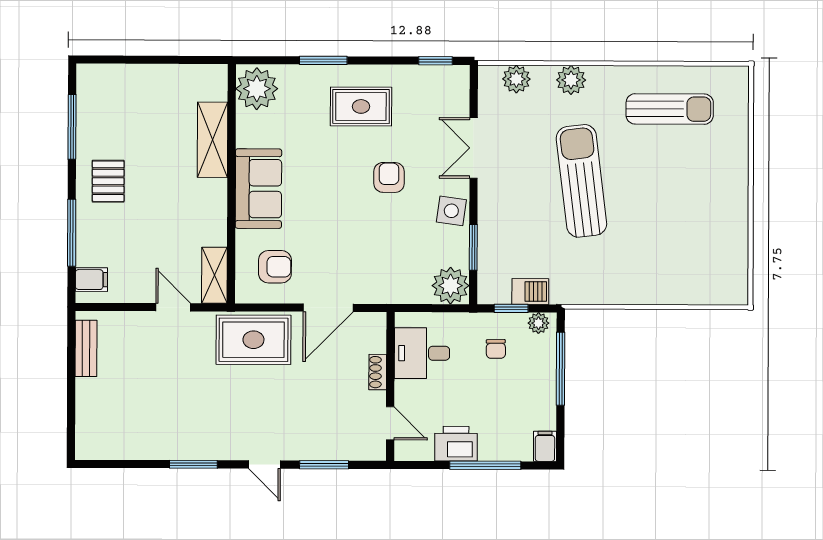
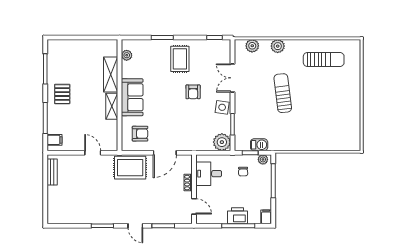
plant: (257, 89) -> (127, 55), width x0.53, depth x0.53
rug: (361, 106) -> (180, 59), turned 90
armchair: (389, 177) -> (193, 92), turned 180
sun lounger: (581, 181) -> (283, 93), width x0.73, depth x0.75
shelving: (214, 275) -> (112, 106), moved
printer: (456, 444) -> (238, 216), moved

